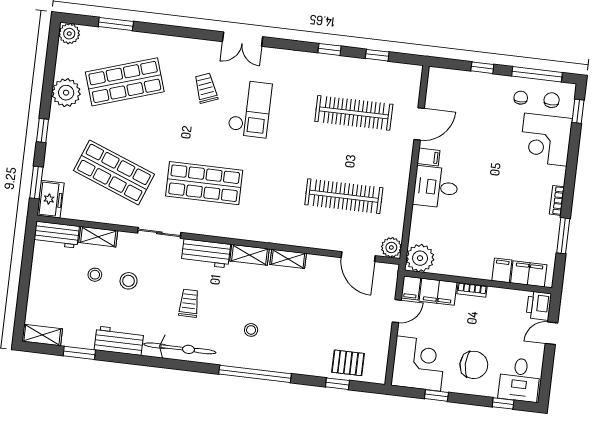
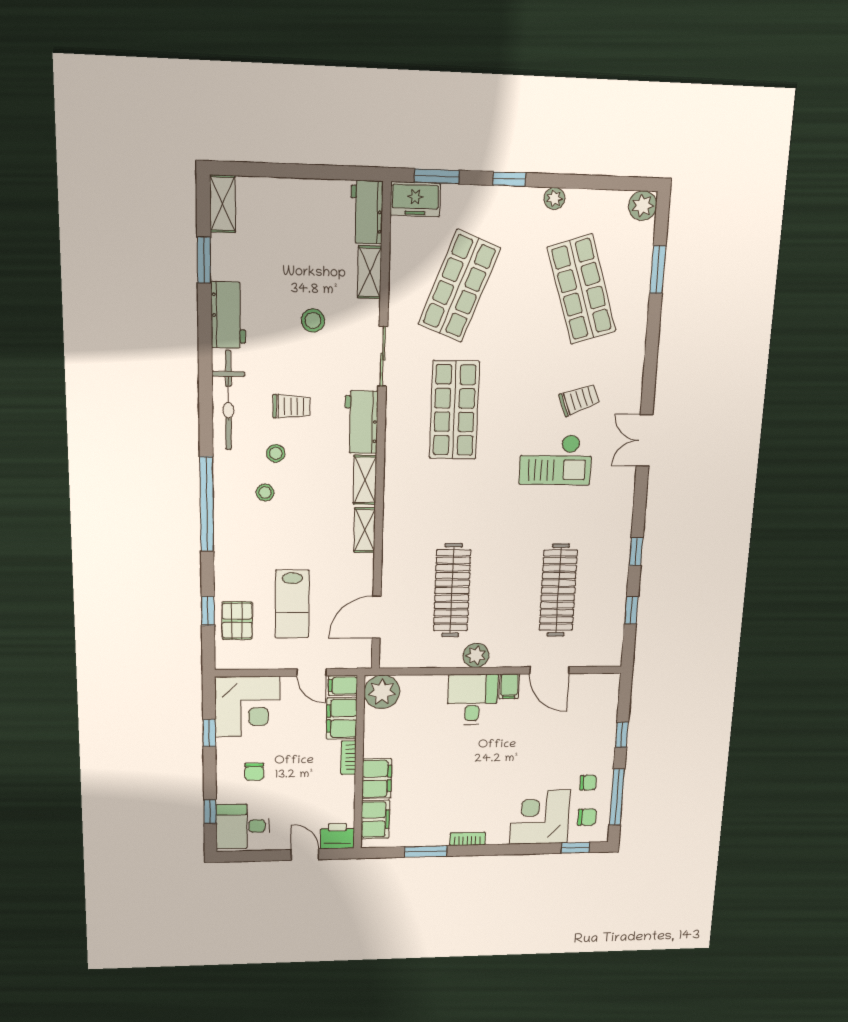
plant: (66, 93) -> (554, 198), width x0.53, depth x0.53
plant: (391, 247) -> (476, 655), moved
filing cabinet: (502, 270) -> (377, 779), width x2.00
stool: (95, 275) -> (276, 453), moved
lab bench: (340, 320) -> (292, 604), added
chair: (474, 365) -> (254, 772), width x0.54, depth x0.54

